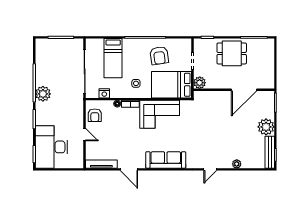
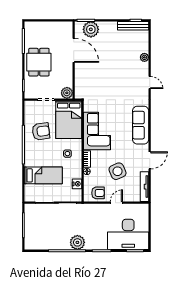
plant: (266, 127) -> (91, 29), moved
side table: (118, 136) -> (117, 171), added

